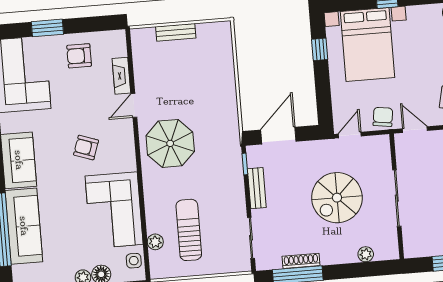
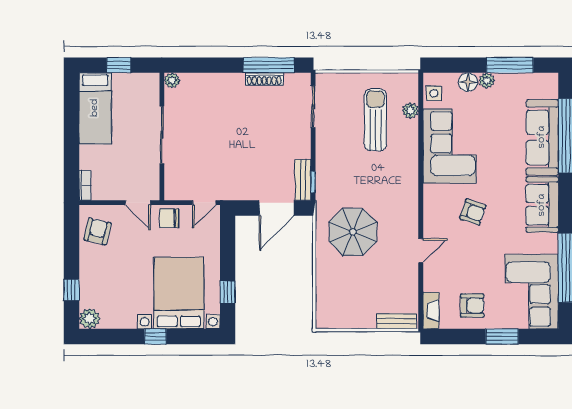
bench: (176, 32) -> (397, 321), moved
fireplace: (121, 76) -> (431, 311), moved
chair: (383, 117) -> (169, 218), turned 82
parasol: (170, 143) -> (353, 232), moved
bench: (257, 188) -> (303, 180), moved
spiral stairs: (337, 198) -> (222, 140), removed
sun lounger: (189, 230) -> (375, 120), turned 180
plant: (366, 254) -> (172, 80), moved

